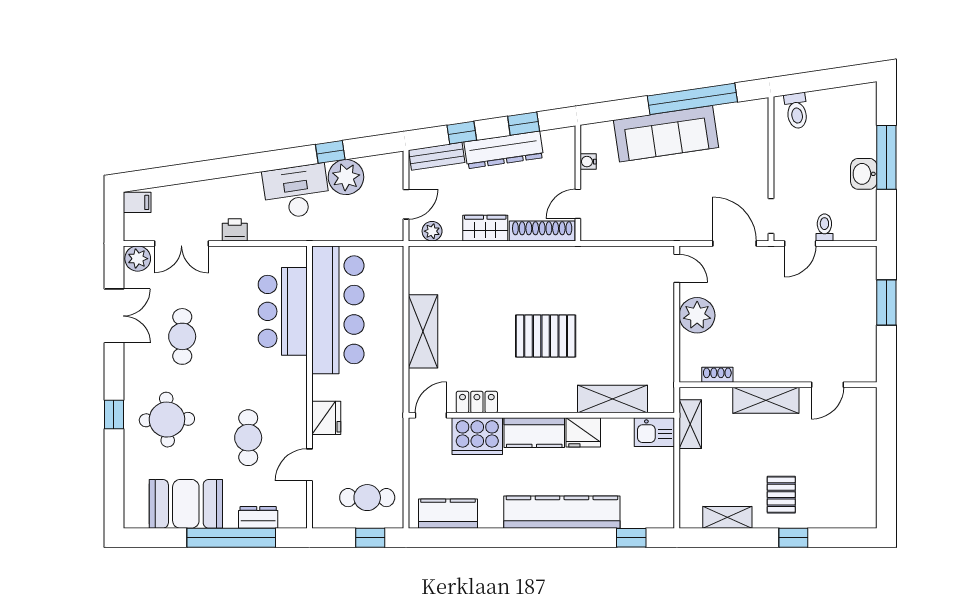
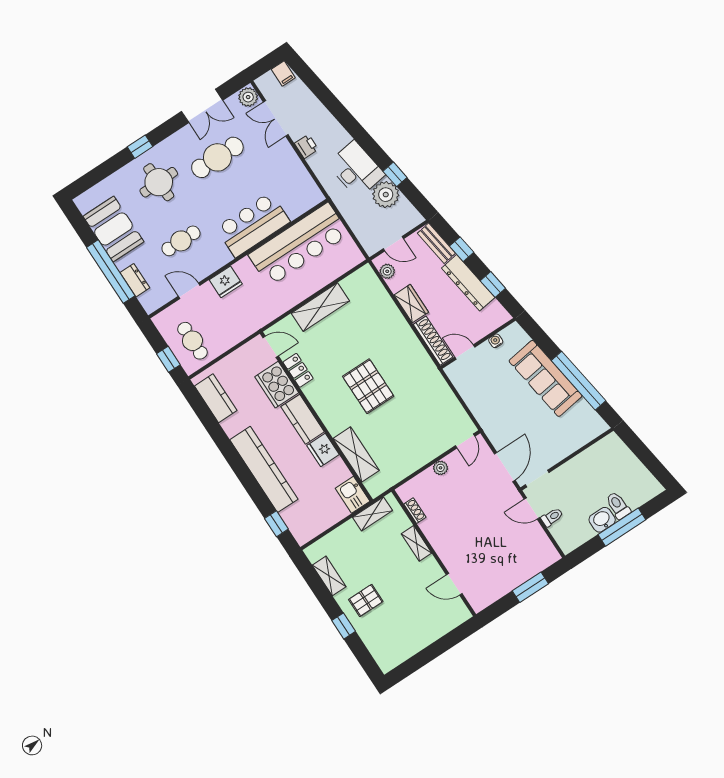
toilet: (796, 111) -> (618, 505), moved, turned 98
bar counter: (283, 311) -> (253, 225), moved
plant: (697, 315) -> (440, 468), width x0.53, depth x0.53
cafe table: (182, 336) -> (217, 157), width x1.37, depth x1.35
shelving: (766, 400) -> (416, 543), width x0.67, depth x0.75

